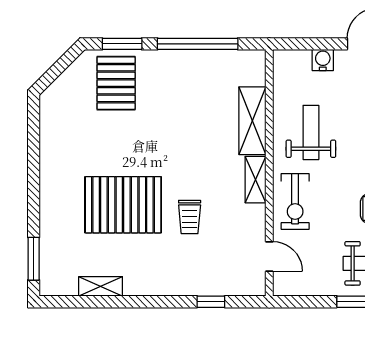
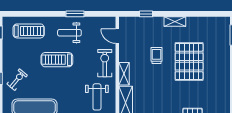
pallet: (123, 205) -> (189, 61), turned 90
shelving: (101, 286) -> (175, 21), moved

